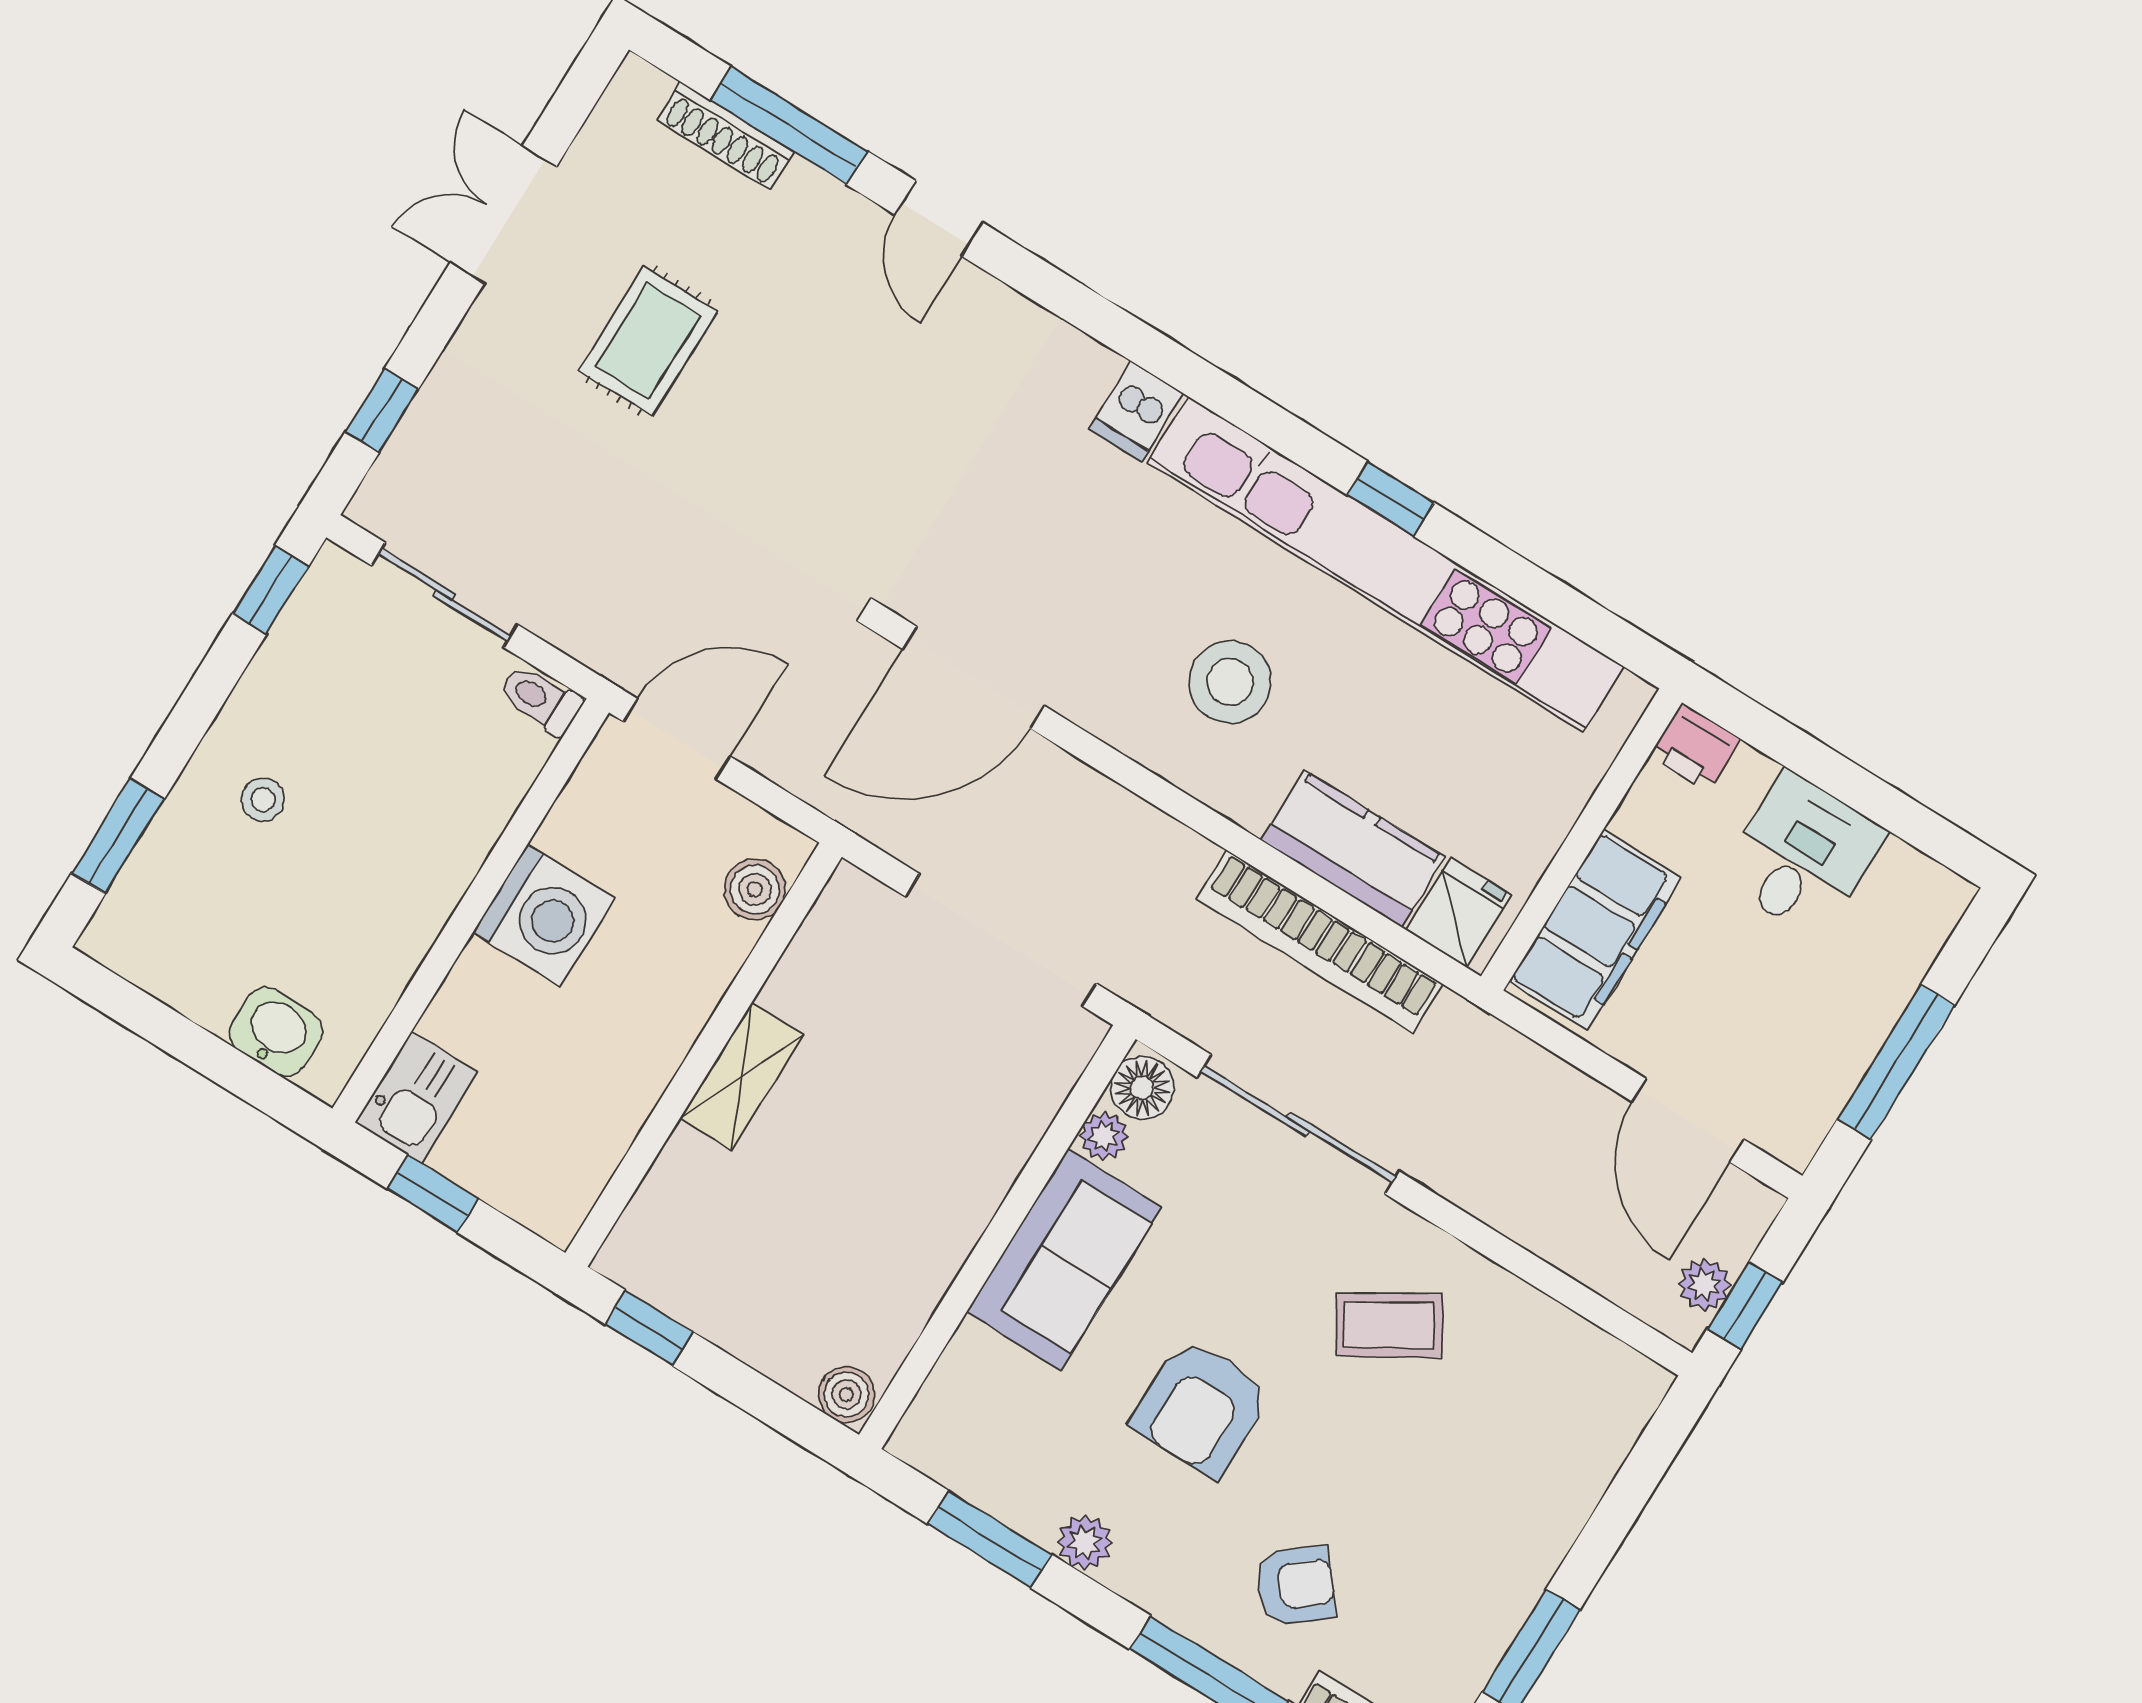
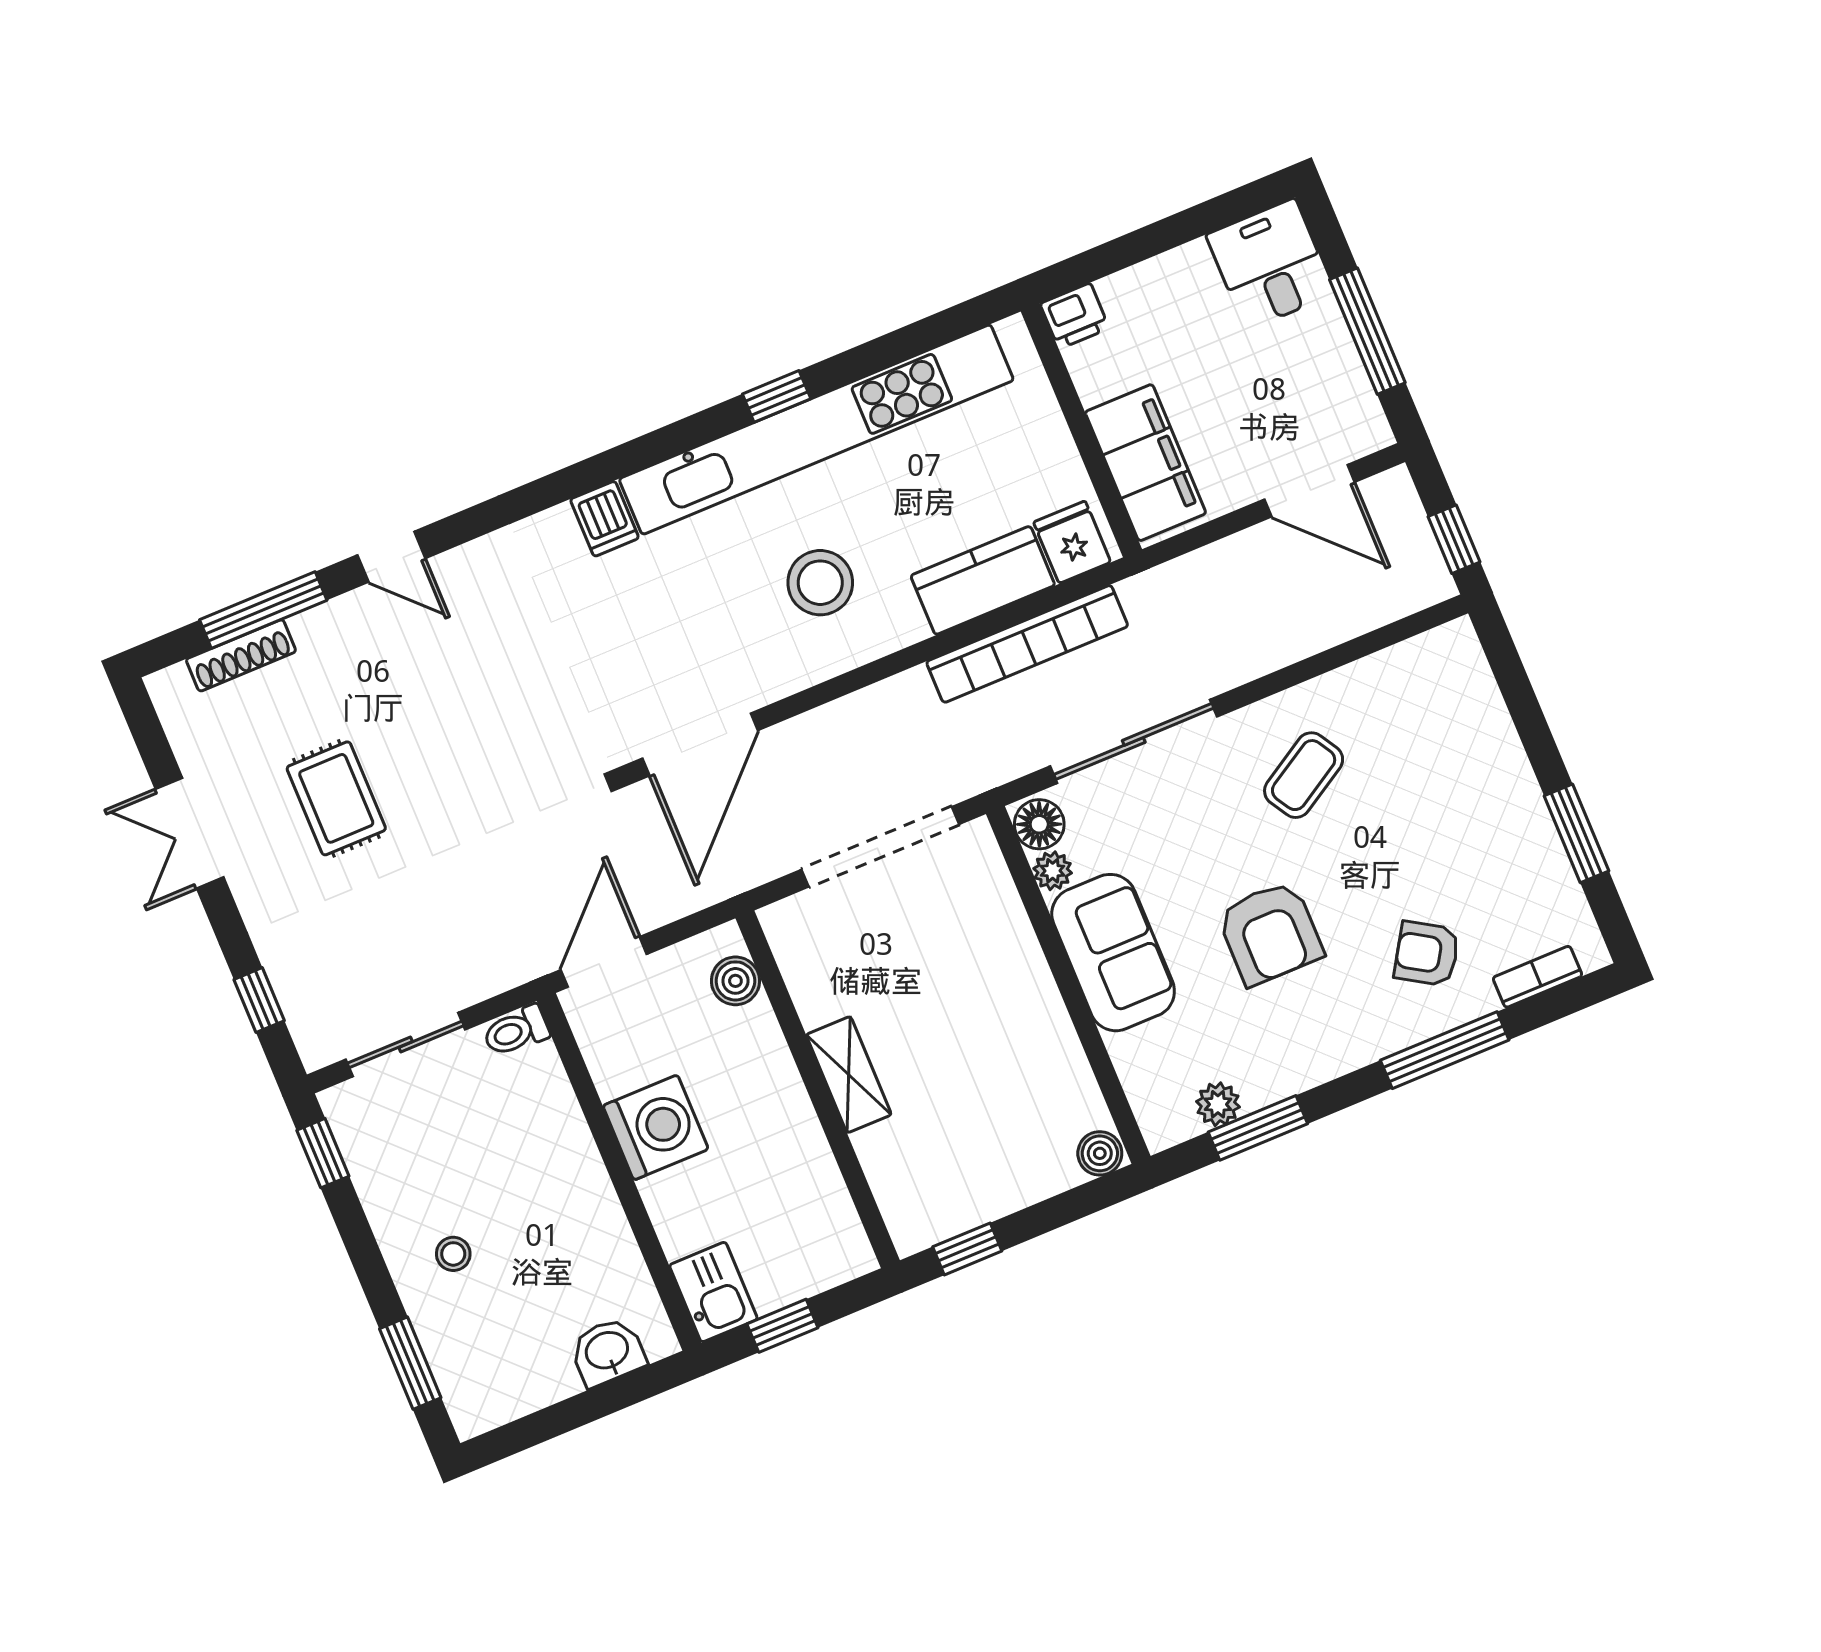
desk: (1802, 856) -> (1270, 264), moved
plant: (1704, 1285) -> (1422, 555), removed
plant: (1085, 1542) -> (1218, 1104), moved
armchair: (1296, 1585) -> (1427, 954), turned -109

